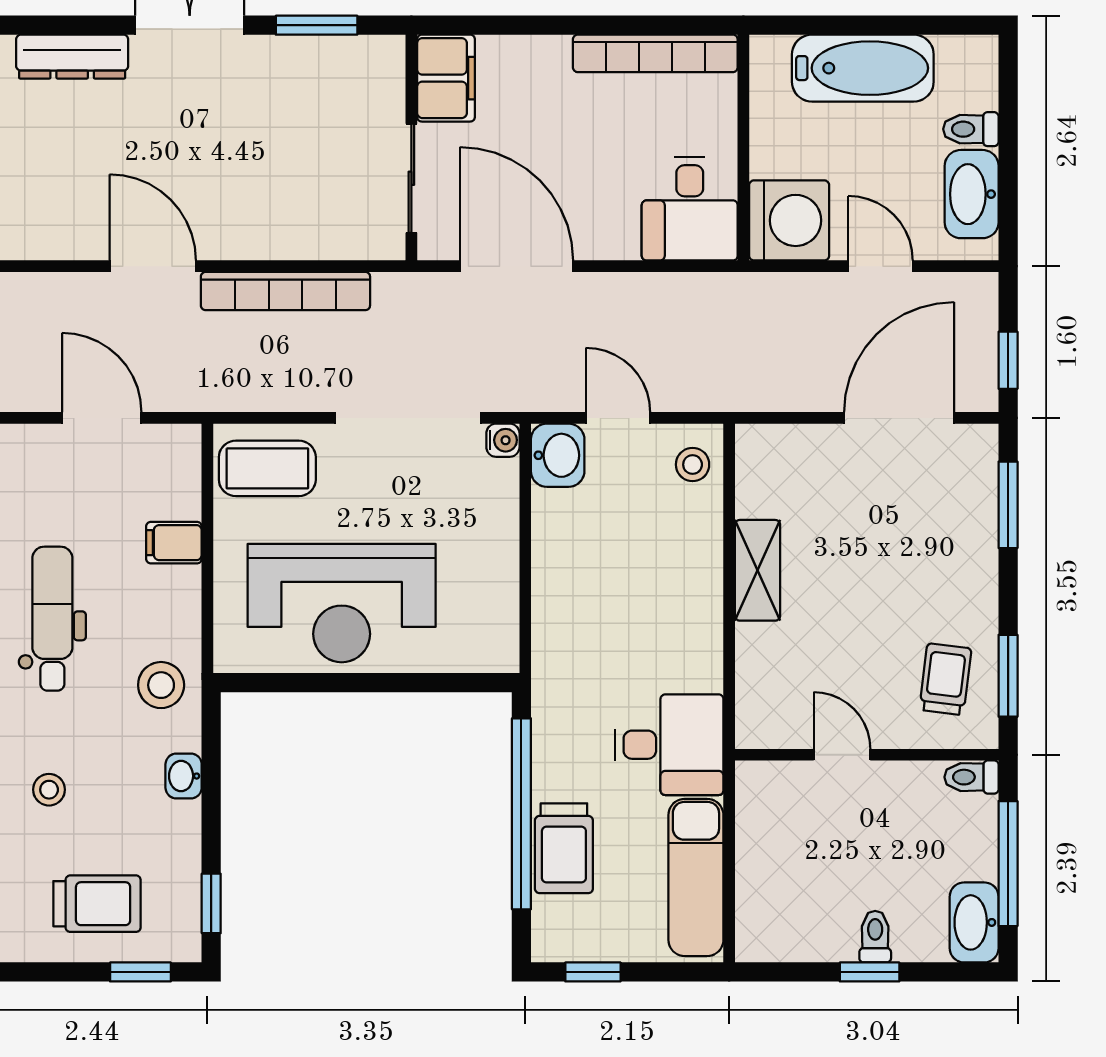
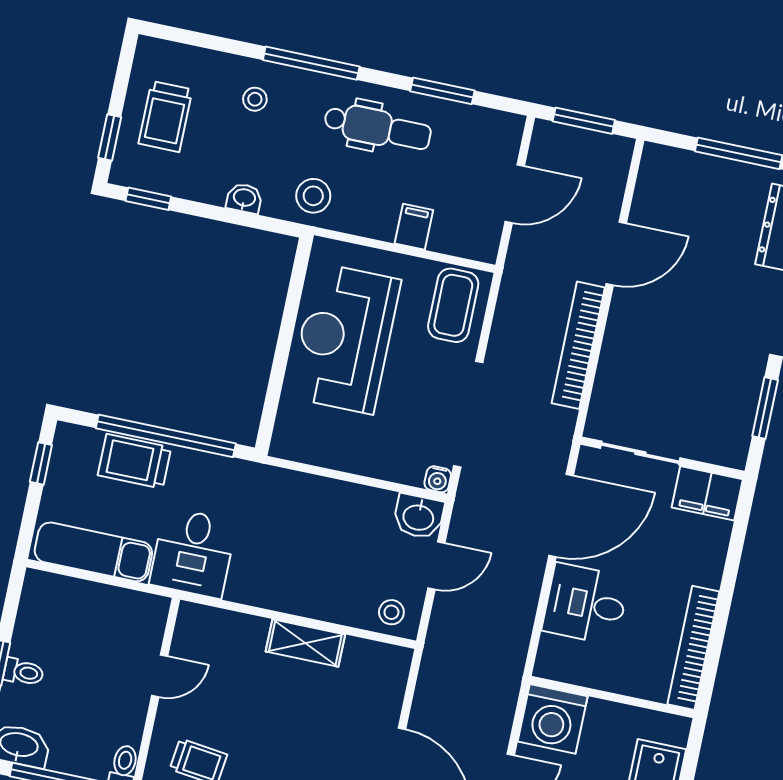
desk: (690, 209) -> (586, 604), moved

